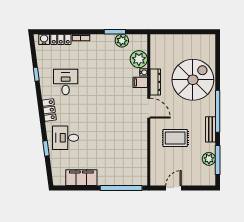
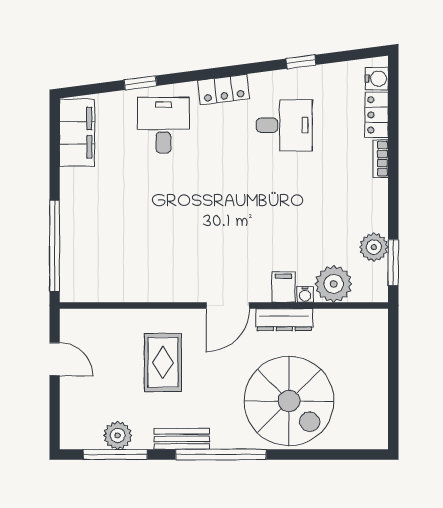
window: (115, 32) -> (393, 263), moved
filing cabinet: (81, 178) -> (77, 133), moved

